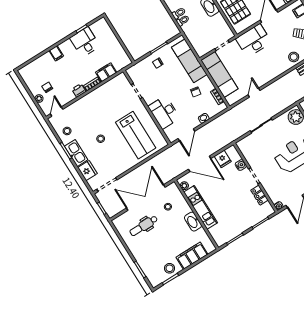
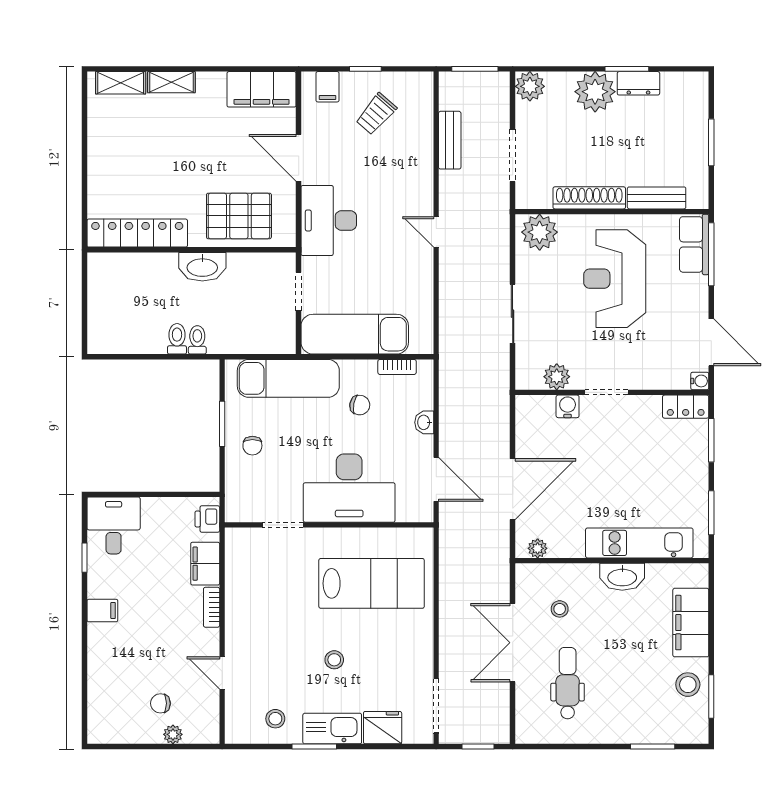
desk: (85, 42) -> (114, 525), moved, turned 90
filing cabinet: (56, 53) -> (102, 611), moved
stool: (294, 57) -> (414, 160), removed
printer: (79, 90) -> (207, 519), moved
door: (254, 93) -> (436, 232), moved
door: (57, 112) -> (222, 673), moved
desk: (164, 112) -> (349, 488), width x1.36, depth x1.30
plant: (249, 155) -> (557, 377), added
fridge: (223, 159) -> (532, 435), removed
locker: (259, 195) -> (686, 407), moved
double door: (146, 198) -> (513, 643), width x0.73
kitchen unit: (201, 207) -> (639, 543), moved
dental chair: (144, 226) -> (568, 683), turned 180

